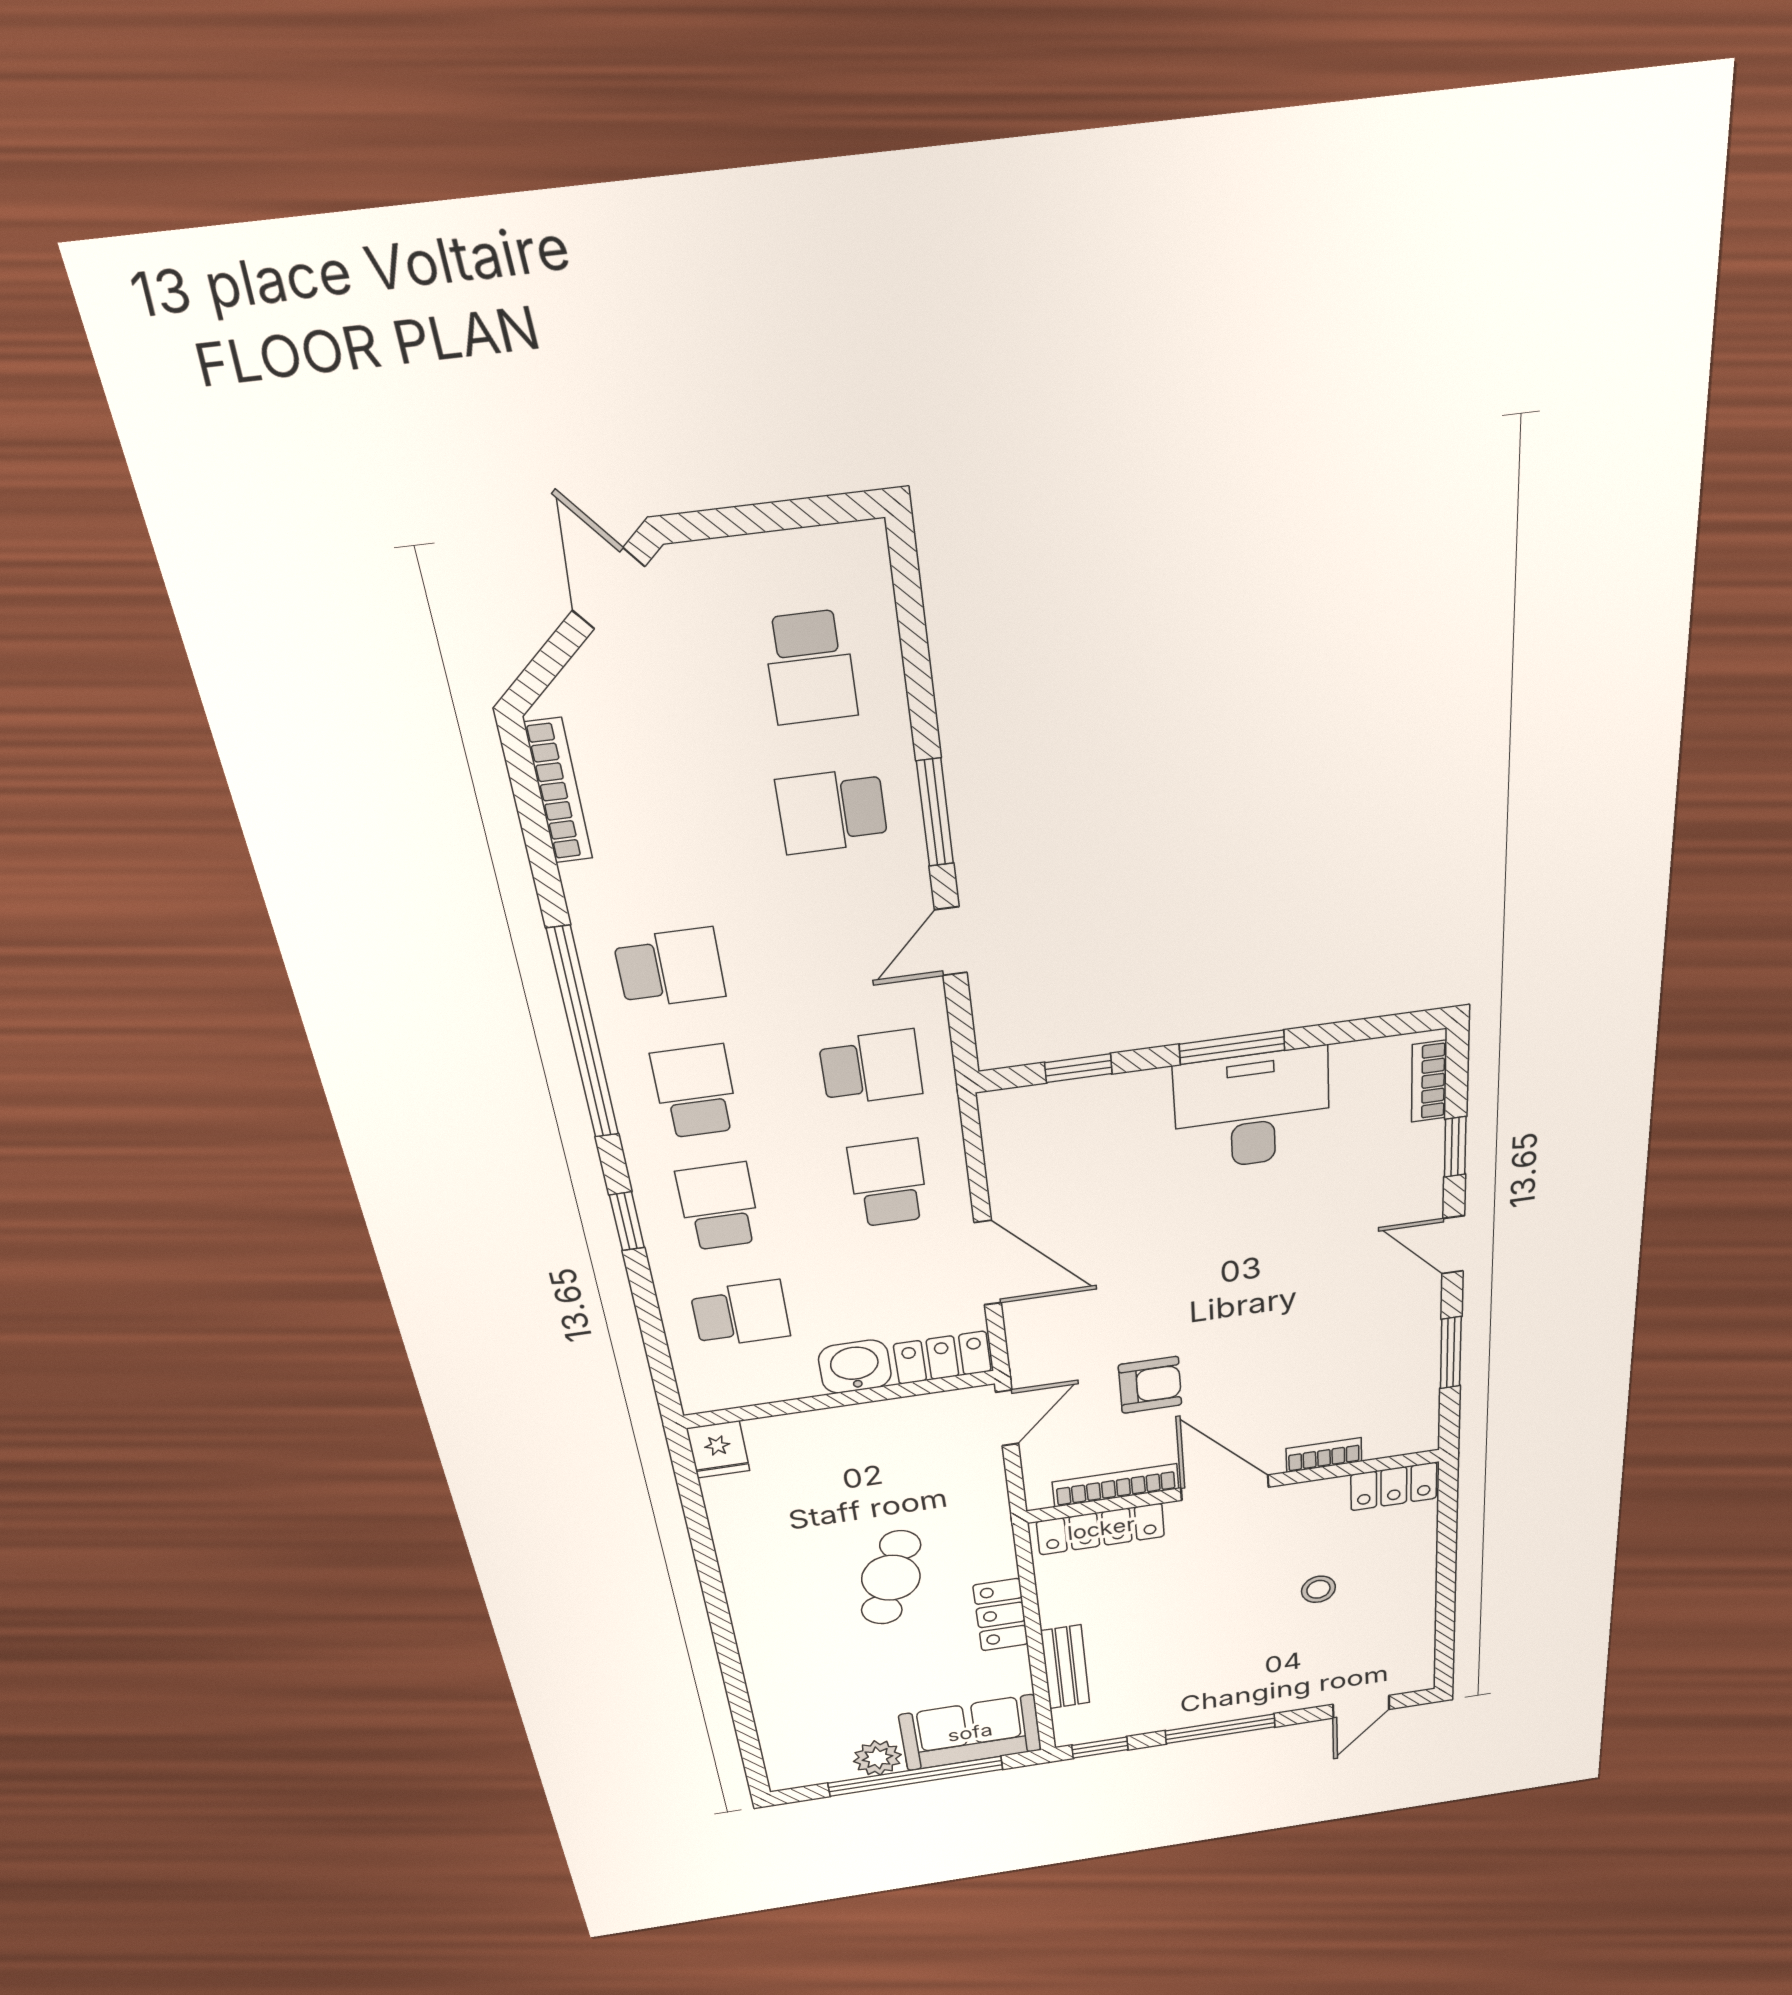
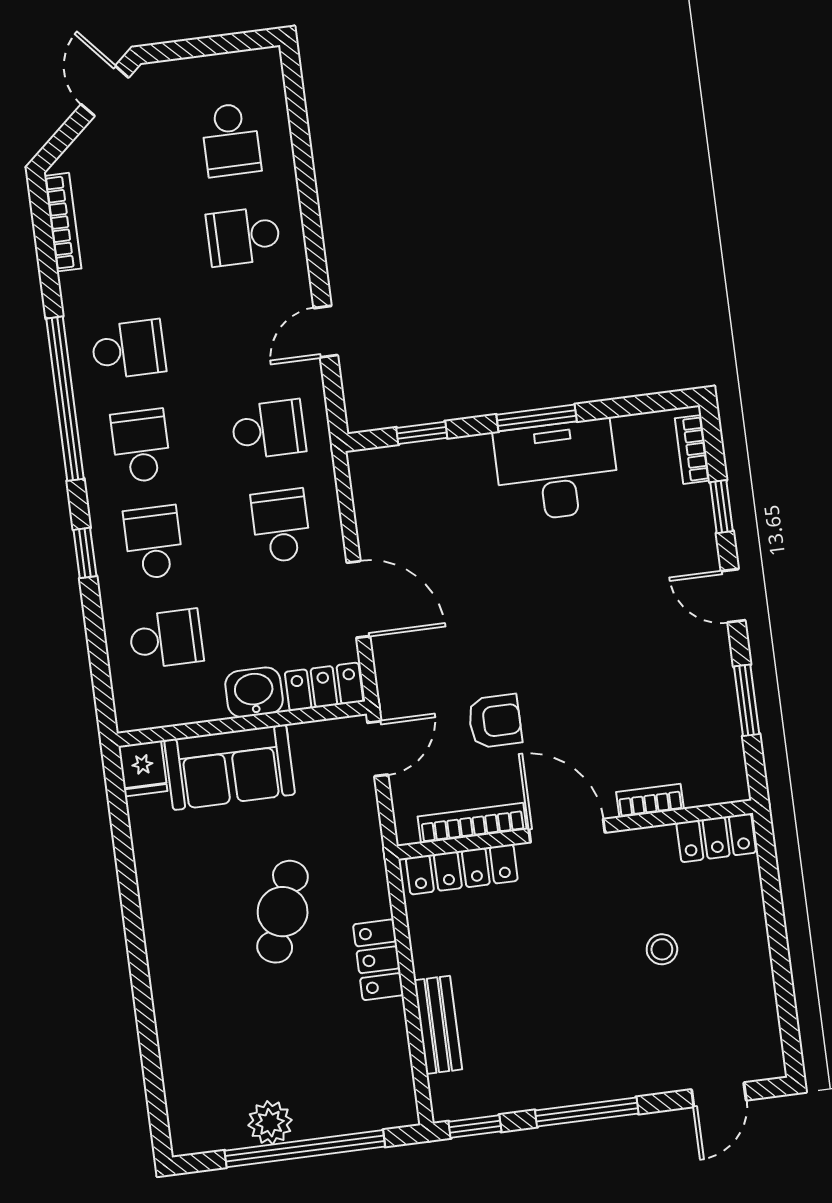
window: (935, 813) -> (313, 238), removed
sofa: (970, 1733) -> (230, 767), moved, turned 180

